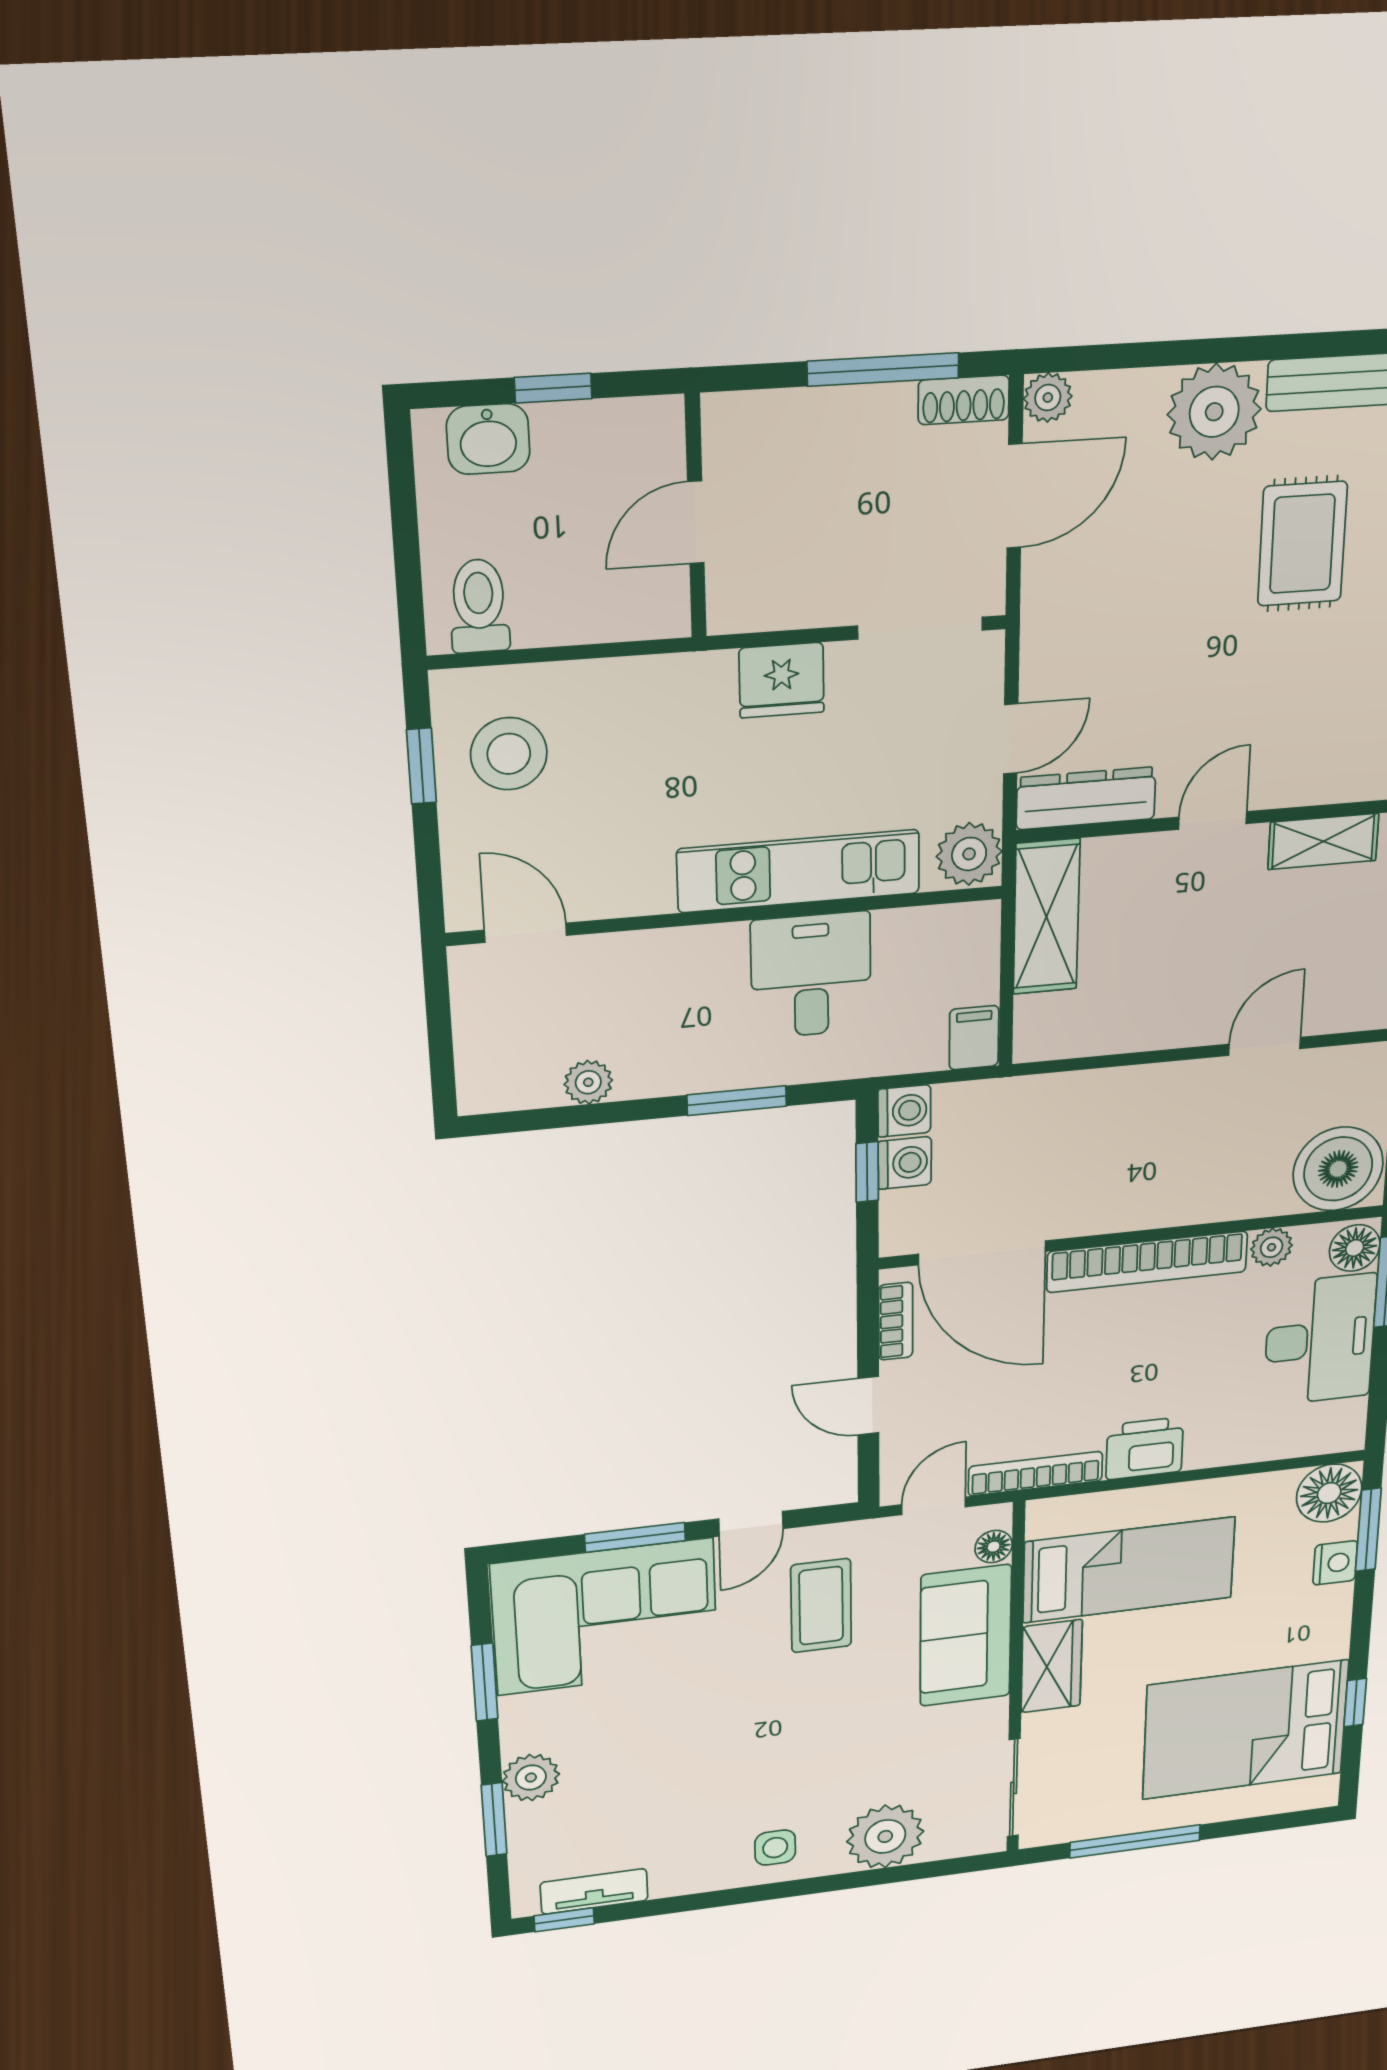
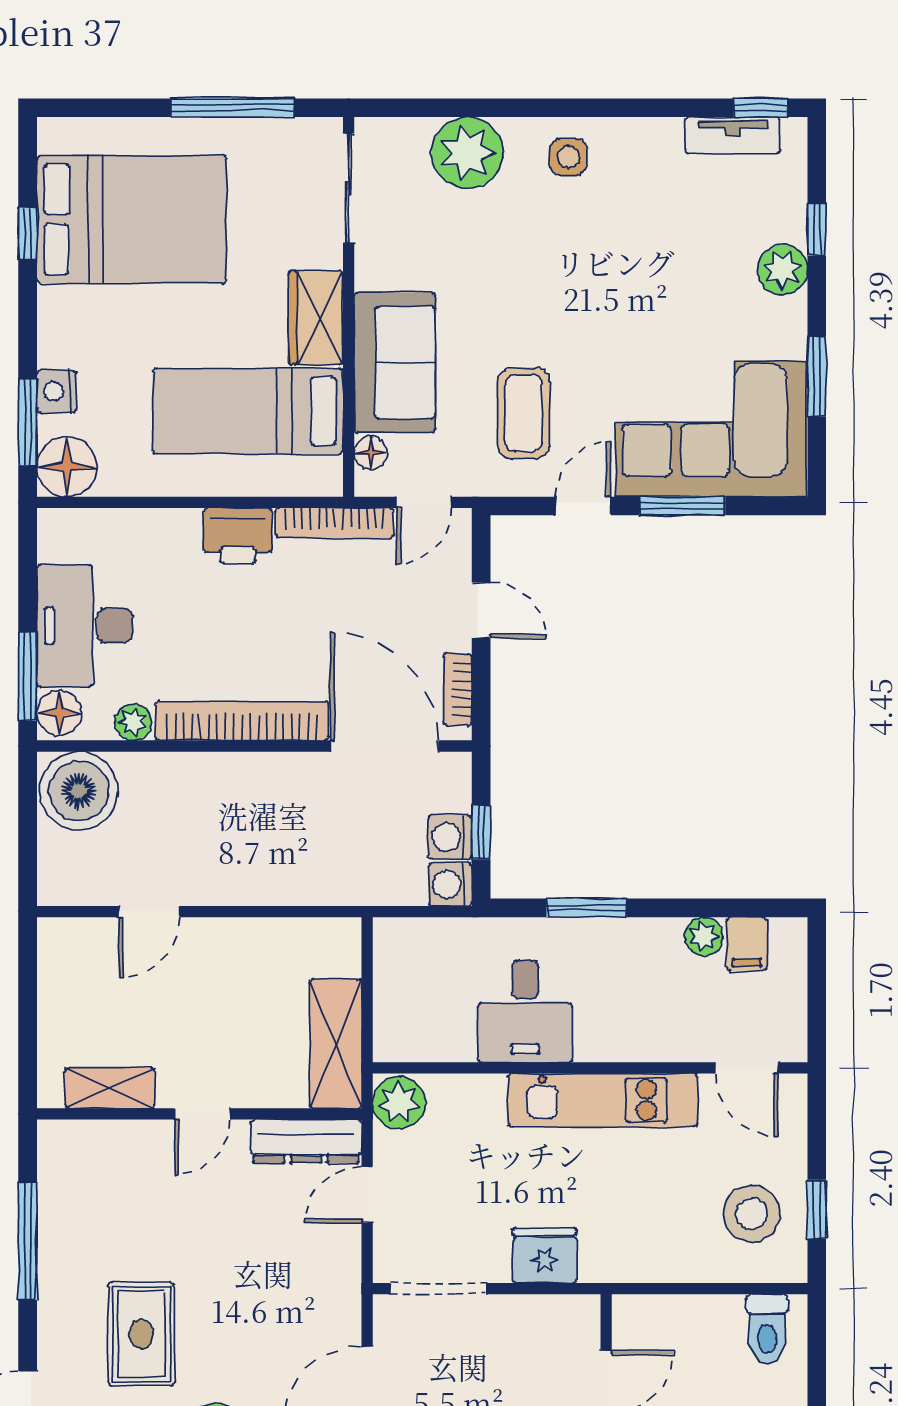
kitchen unit: (799, 871) -> (603, 1100), moved
filing cabinet: (974, 1038) -> (747, 944), moved
window: (494, 1820) -> (817, 229), width x0.67

